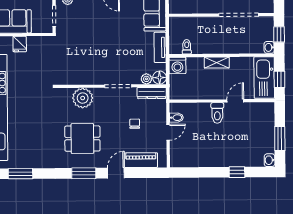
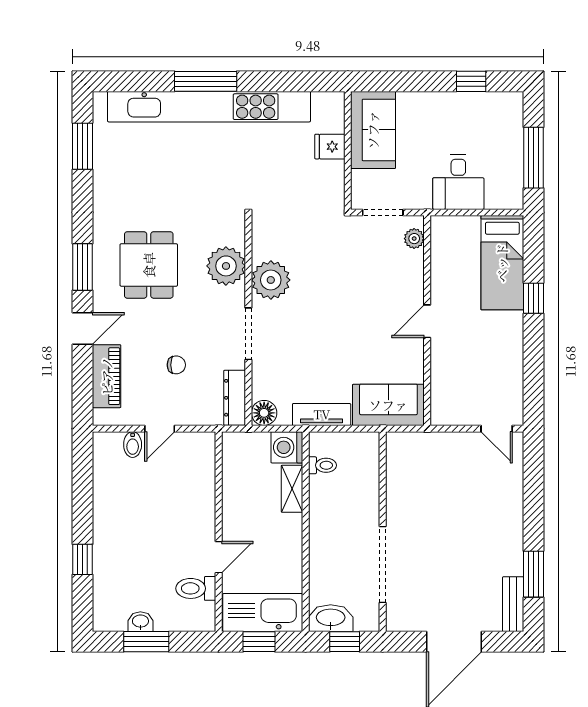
washbasin: (269, 47) -> (331, 618), width x1.91, depth x1.45
shelving: (217, 63) -> (292, 489), moved
plant: (146, 79) -> (271, 280), moved, width x1.88, depth x1.88
door: (235, 101) -> (219, 557), hinge flipped
toilet: (217, 113) -> (196, 588), moved
bidet: (176, 118) -> (133, 445), moved
door: (168, 132) -> (160, 429), hinge flipped
washbasin: (270, 160) -> (140, 622), moved
door: (116, 173) -> (83, 328), hinge flipped

